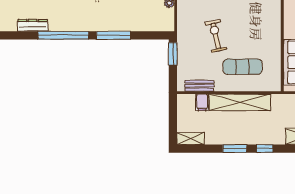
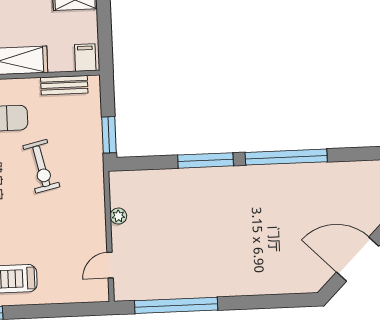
dresser: (33, 25) -> (336, 171), removed
filing cabinet: (202, 102) -> (85, 58), moved

